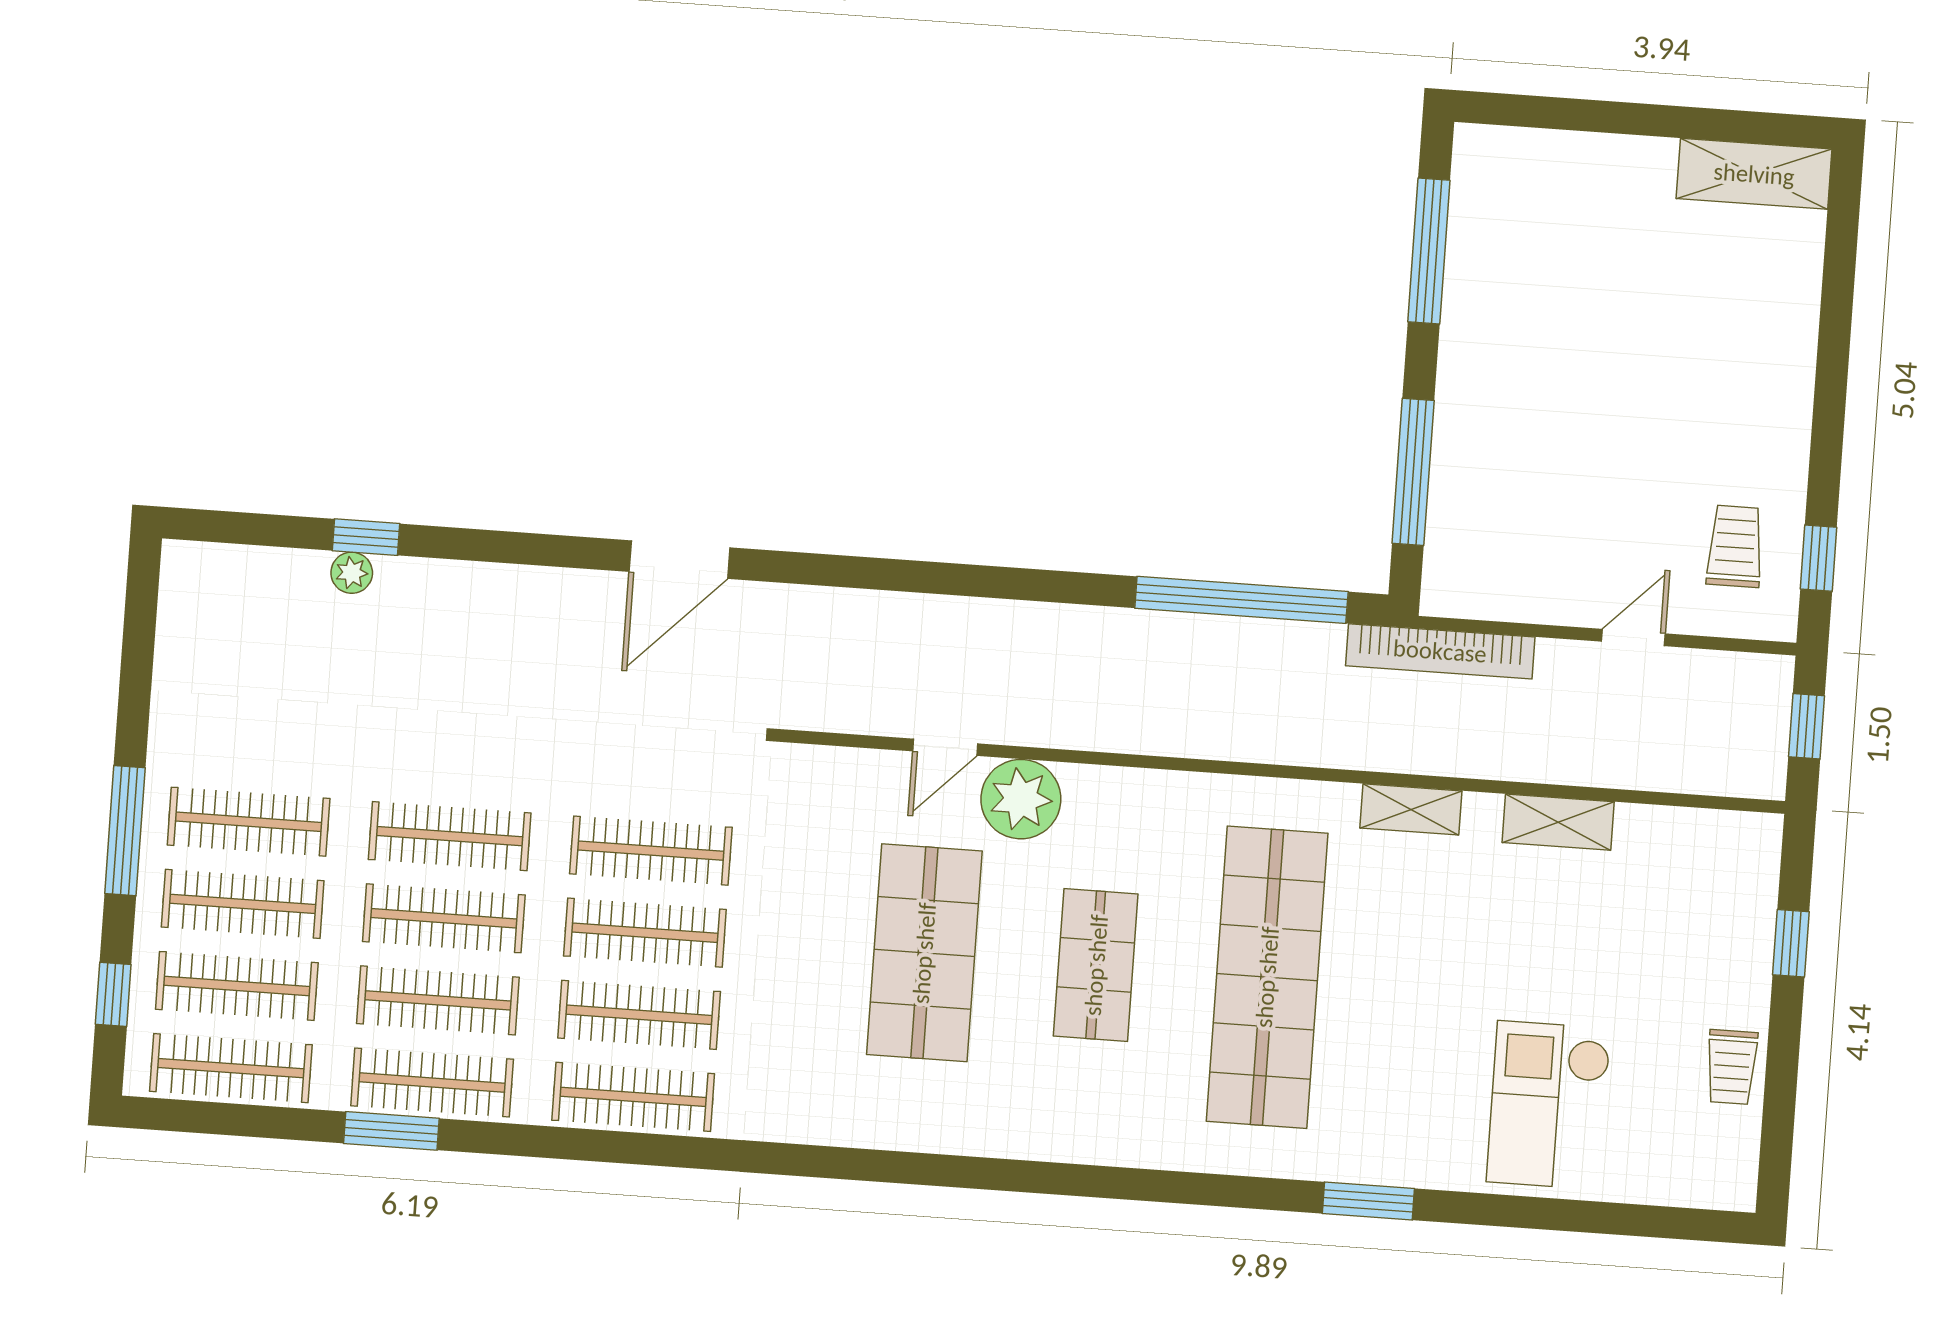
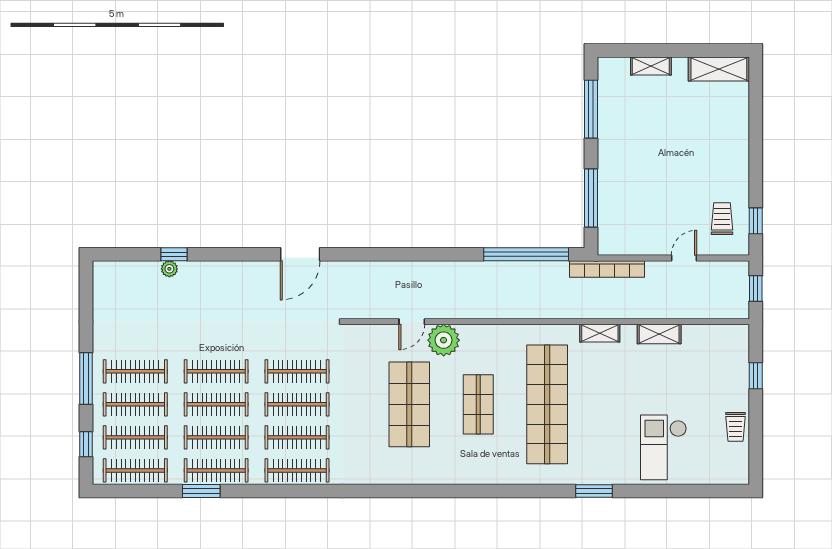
shelving: (1585, 154) -> (651, 66), added

